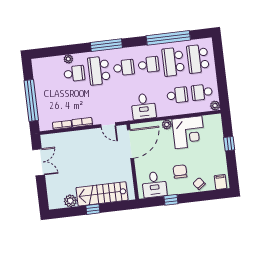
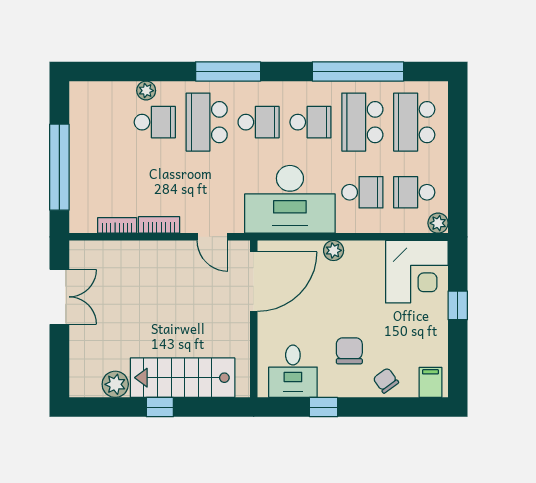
desk: (144, 106) -> (290, 199), width x1.87, depth x1.30
corner desk: (189, 132) -> (417, 272), moved

